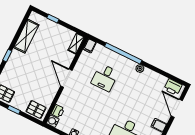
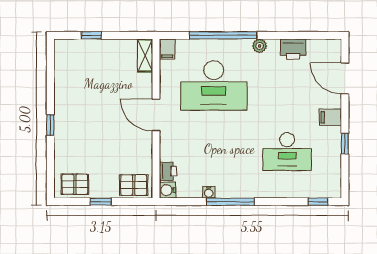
shelving: (26, 36) -> (64, 82), removed
desk: (105, 78) -> (214, 86), width x1.87, depth x1.30
printer: (173, 87) -> (293, 49), moved

